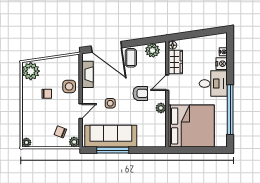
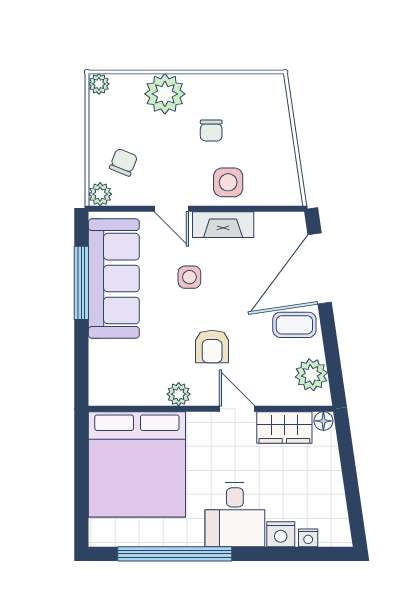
plant: (31, 71) -> (165, 94), moved
fireplace: (87, 74) -> (223, 225), moved

